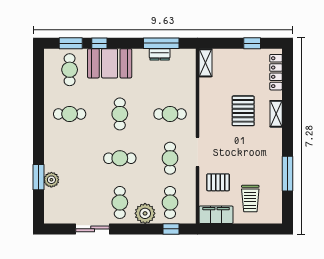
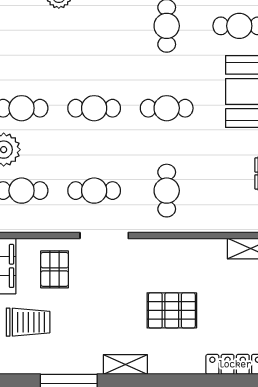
shelving: (276, 114) -> (125, 365), moved
cafe table: (120, 158) -> (94, 108), turned 90
trolley: (250, 199) -> (28, 322), turned 180

